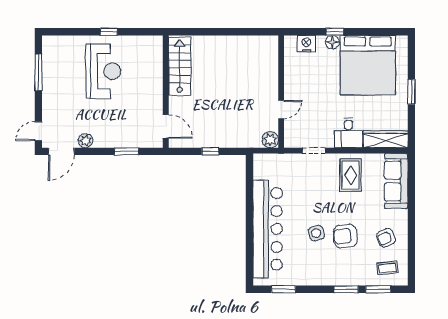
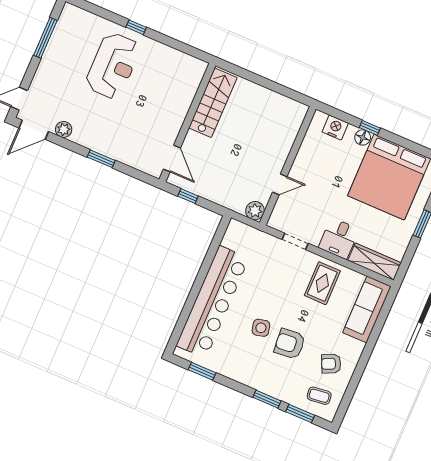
stairs: (180, 66) -> (213, 103), moved
wall: (166, 92) -> (187, 123), moved
door: (166, 126) -> (172, 159), moved

